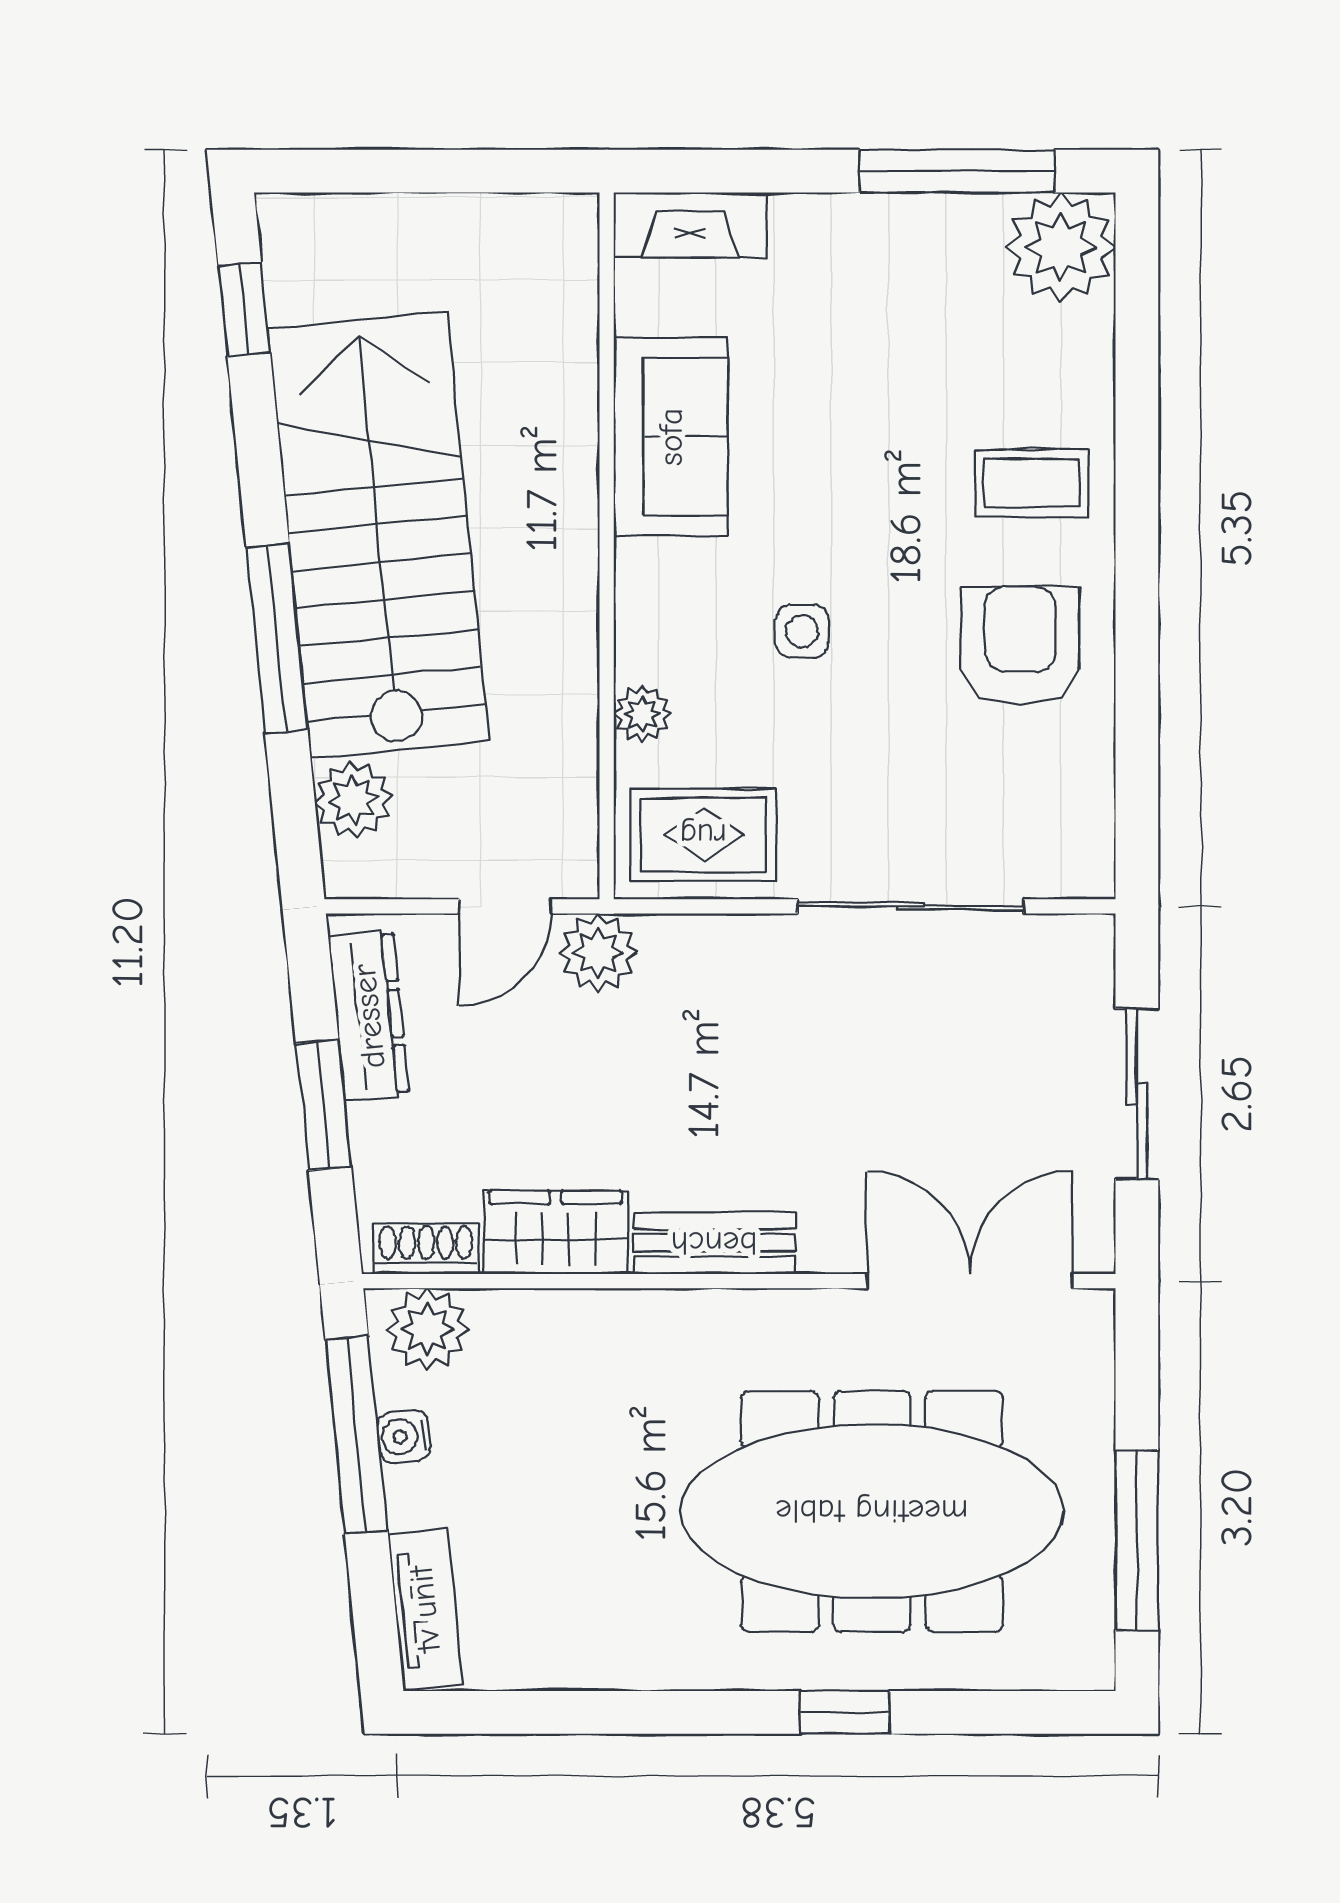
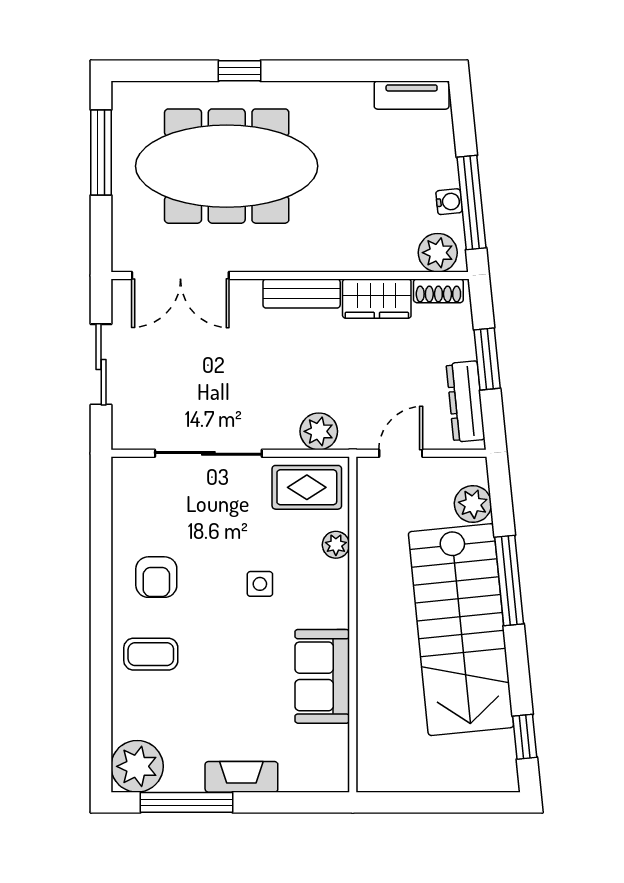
fireplace: (690, 225) -> (241, 777), moved
armchair: (1020, 646) -> (156, 577), width x0.72, depth x0.72
plant: (598, 953) -> (319, 431), moved
tv unit: (425, 1609) -> (412, 95), moved, turned -84

